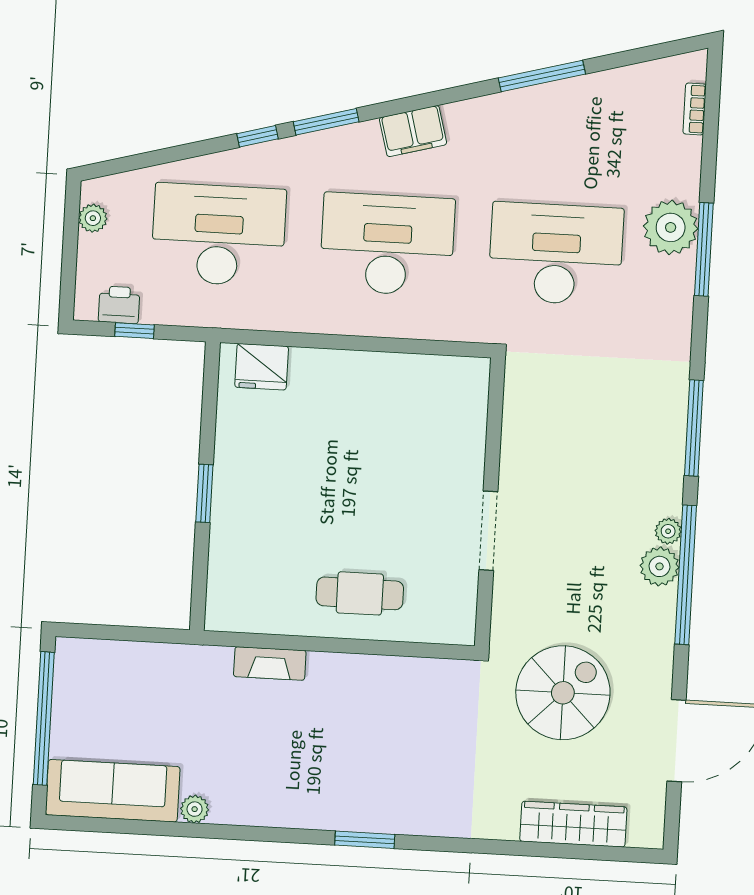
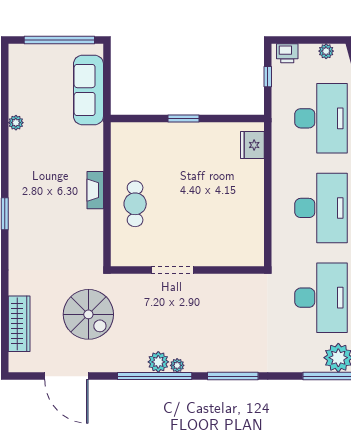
printer: (119, 305) -> (287, 53), moved, turned 90
fireplace: (270, 664) -> (95, 190), moved
sofa: (113, 791) -> (88, 90), moved, turned 180

